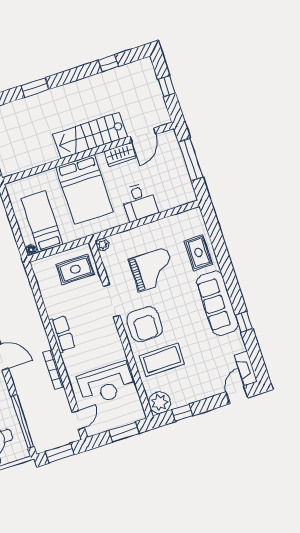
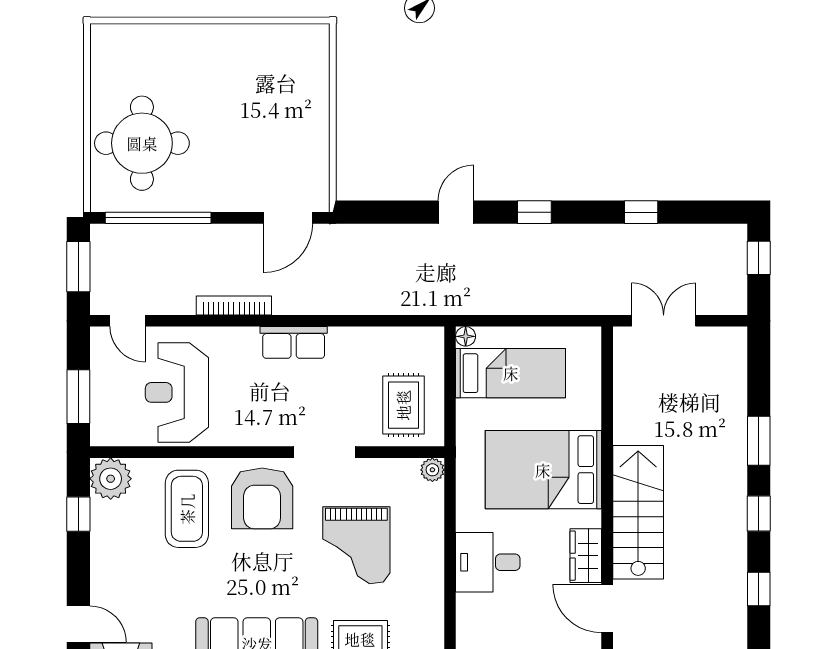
window: (71, 76) -> (759, 513), added
armchair: (145, 324) -> (262, 498), turned -90

